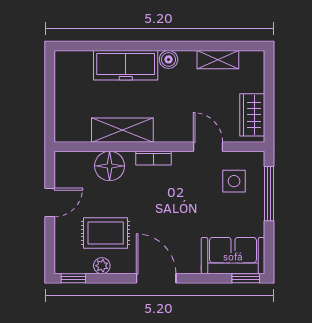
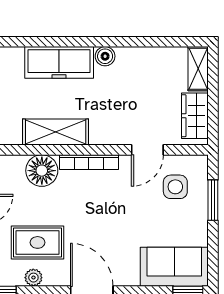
shelving: (218, 60) -> (198, 69), moved, turned 90
door: (208, 147) -> (147, 150), swing flipped
bookcase: (154, 158) -> (89, 162), width x1.56
window: (269, 194) -> (213, 200), width x0.69

